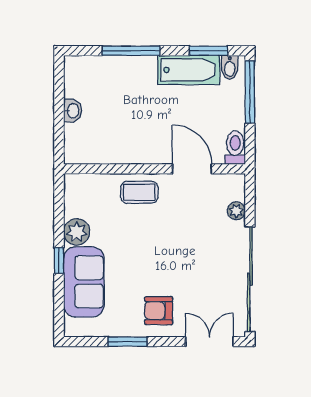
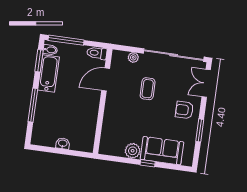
coffee table: (139, 192) -> (148, 89), moved
armchair: (159, 311) -> (184, 110), turned 90

